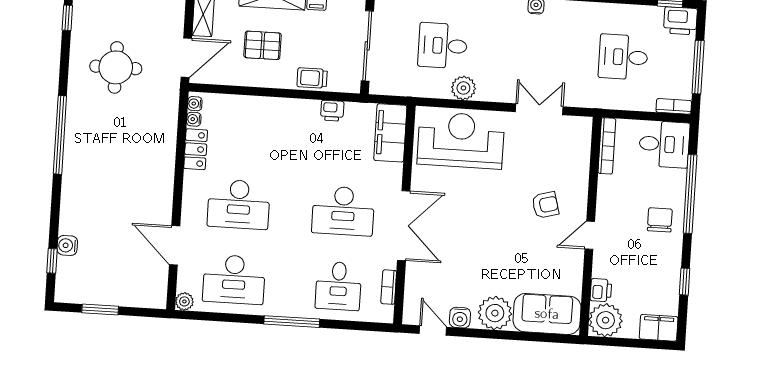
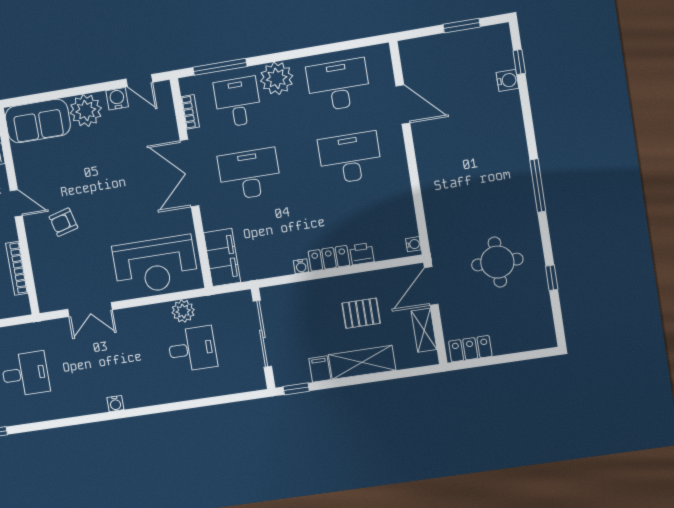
window: (67, 18) -> (552, 278), moved
trolley: (312, 78) -> (307, 293), removed
plant: (463, 88) -> (183, 311), moved
printer: (332, 111) -> (362, 254), moved
water cooler: (194, 119) -> (301, 266), moved, turned 90
window: (60, 135) -> (538, 186), width x0.68
bookcase: (607, 146) -> (17, 268), moved
locker: (196, 149) -> (329, 258), moved, turned 90
door: (590, 235) -> (16, 203), hinge flipped
plant: (184, 301) -> (277, 78), moved, width x1.87, depth x1.87
window: (292, 322) -> (220, 67), moved

